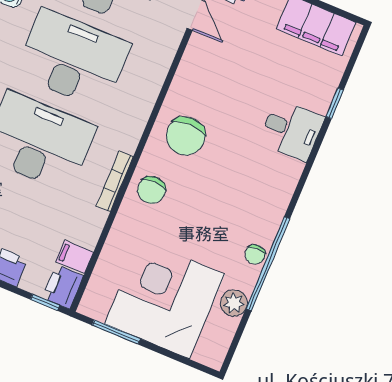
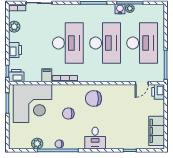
desk: (291, 130) -> (95, 138), moved
chair: (152, 190) -> (68, 114), moved
filing cabinet: (75, 257) -> (47, 75), moved
corner desk: (165, 299) -> (33, 103), moved, turned 90

